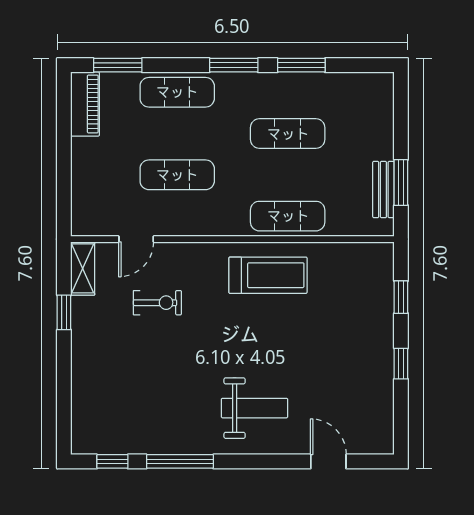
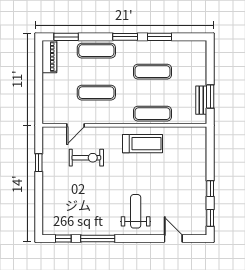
shelving: (83, 268) -> (48, 140), removed
window: (401, 297) -> (210, 218), moved
exercise bike: (157, 303) -> (86, 158), width x1.38, depth x1.39
weight bench: (254, 408) -> (136, 211), turned -90

